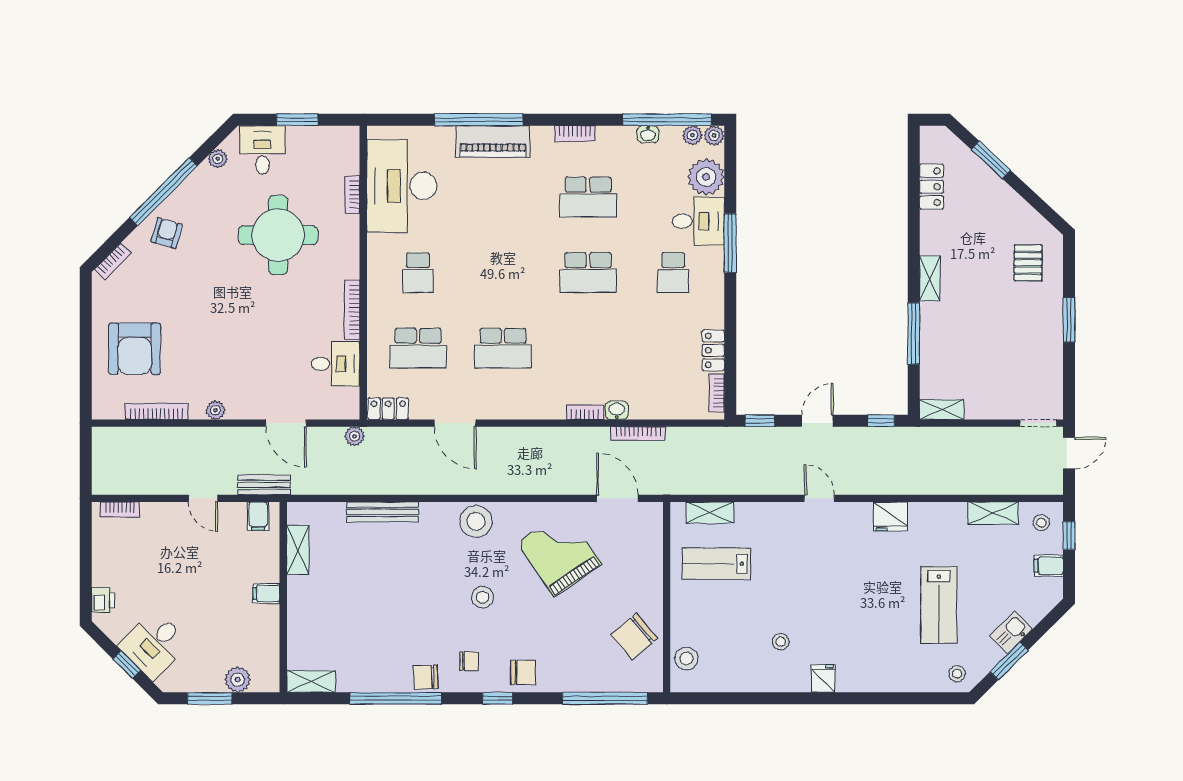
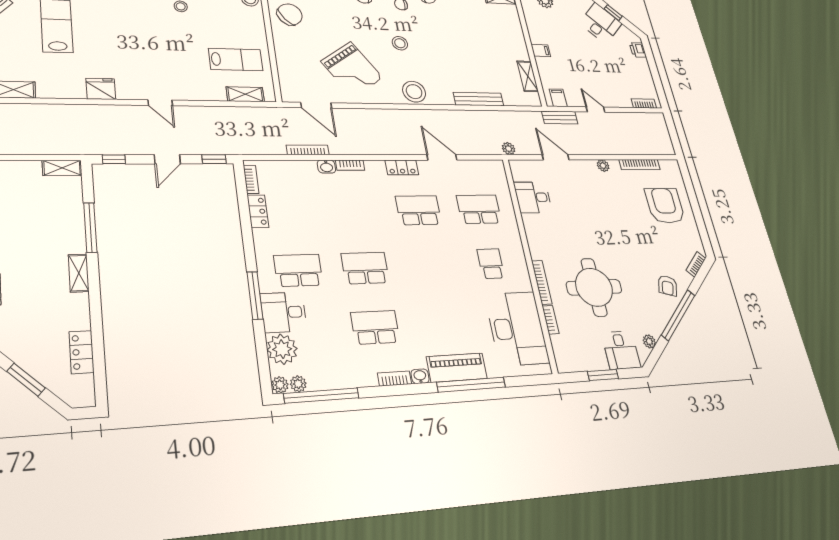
washbasin: (648, 134) -> (420, 376), moved
school desk: (673, 273) -> (298, 270), width x1.85
bookcase: (352, 310) -> (542, 282), moved
locker: (388, 409) -> (402, 167), moved

